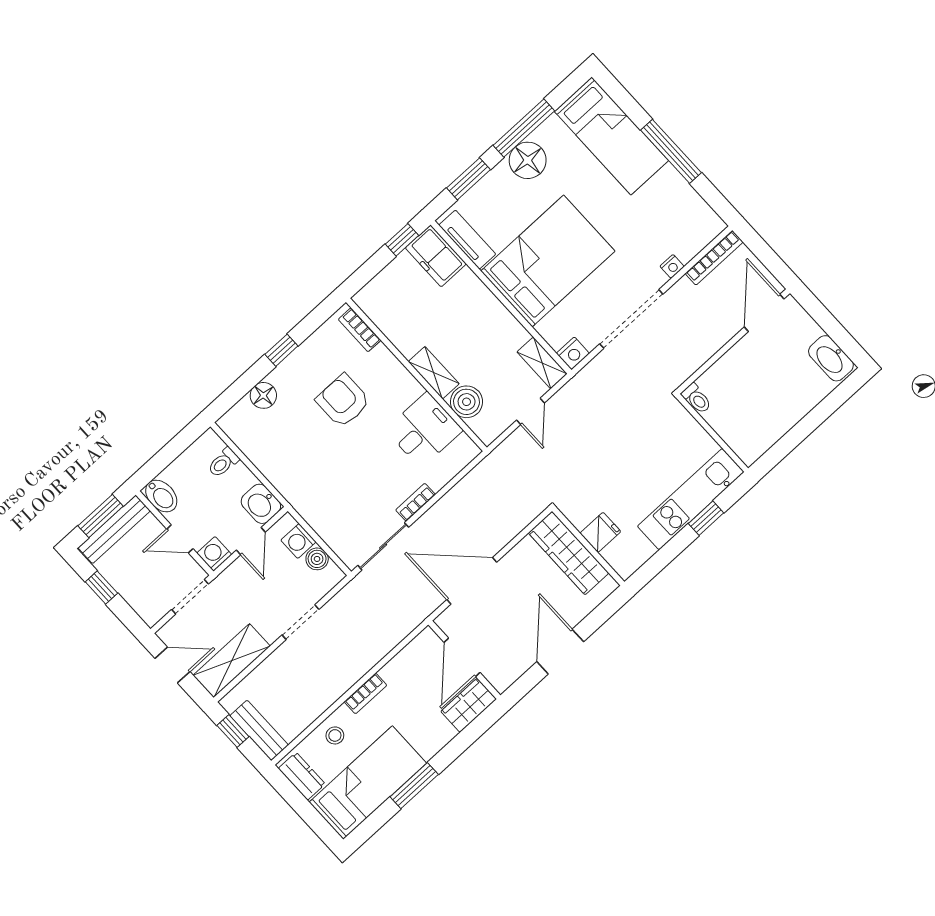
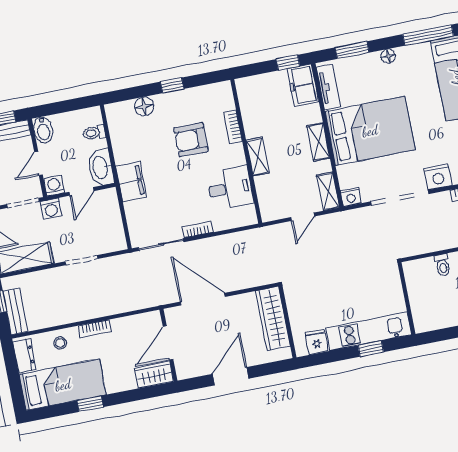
window: (524, 128) -> (428, 35), moved
floor lamp: (528, 160) -> (388, 56), width x0.53, depth x0.53
nightstand: (672, 266) -> (438, 177), width x1.89, depth x1.79
shelving: (495, 311) -> (318, 142), added
bookcase: (360, 330) -> (233, 127), moved
toilet: (697, 399) -> (443, 265), moved
armchair: (343, 401) -> (191, 140), turned -90
boiler: (467, 402) -> (267, 187), removed
filing cabinet: (302, 493) -> (131, 182), added
washbasin: (261, 504) -> (101, 167), width x1.38
fridge: (600, 532) -> (317, 342), moved, turned -90
door: (180, 539) -> (39, 163), hinge flipped
washing machine: (298, 541) -> (51, 209), moved, turned -90
boiler: (317, 559) -> (116, 227), removed
window: (414, 786) -> (90, 404), width x0.67

